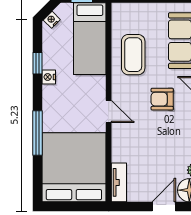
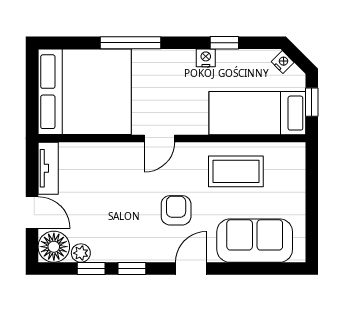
tv unit: (119, 182) -> (48, 168), moved, turned -90

